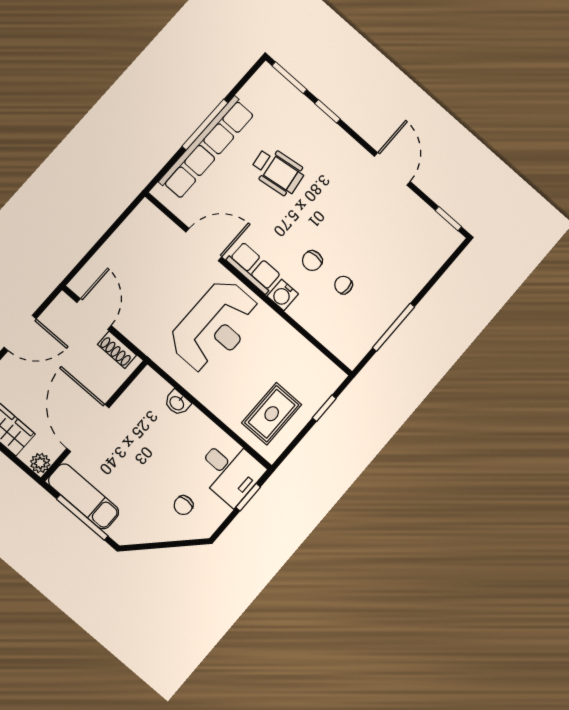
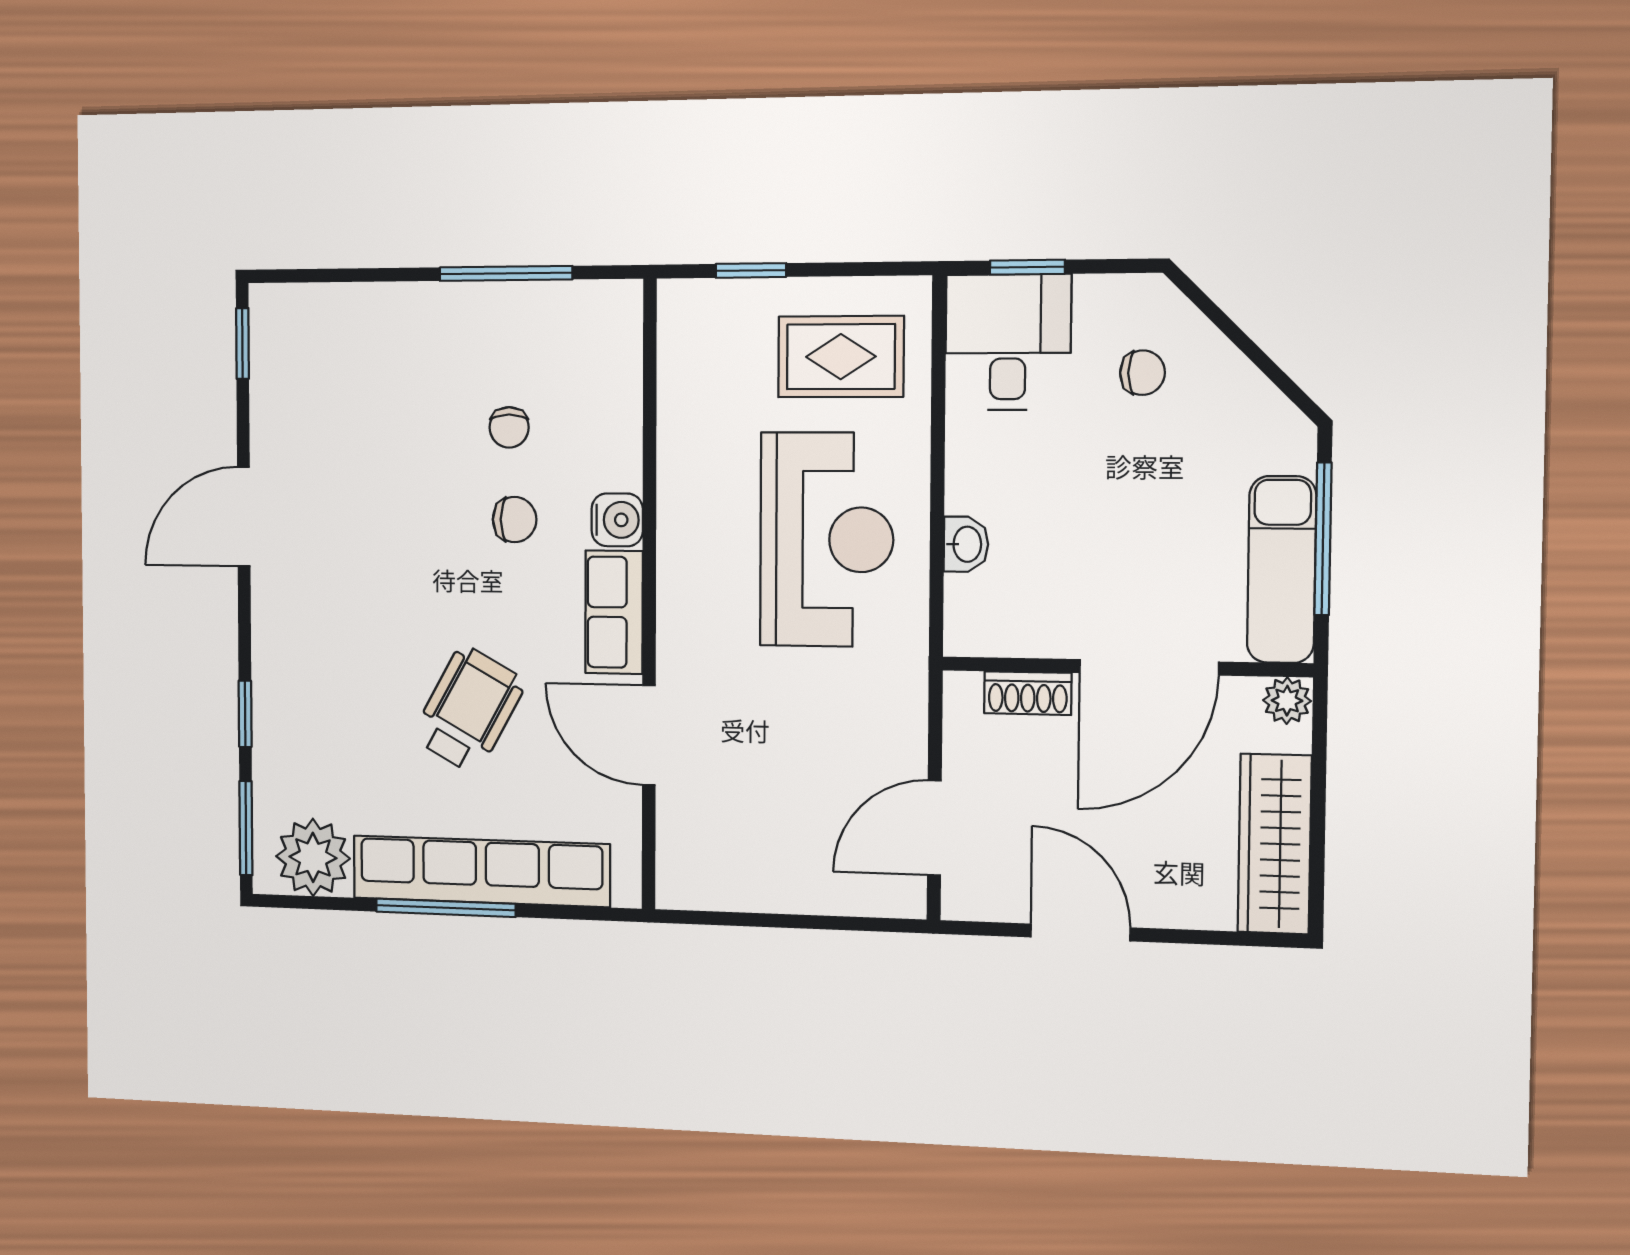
plant: (260, 93) -> (313, 857), added
wheelchair: (278, 171) -> (469, 709), moved, turned 37
reception desk: (215, 326) -> (827, 540), moved, turned 90
shoe rack: (117, 350) -> (1028, 693), moved, turned 90

